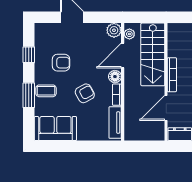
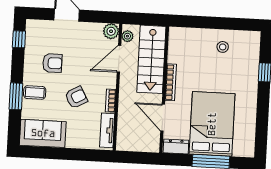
window: (29, 55) -> (19, 39), moved
floor lamp: (115, 77) -> (110, 81), removed
door: (166, 108) -> (163, 118), hinge flipped

